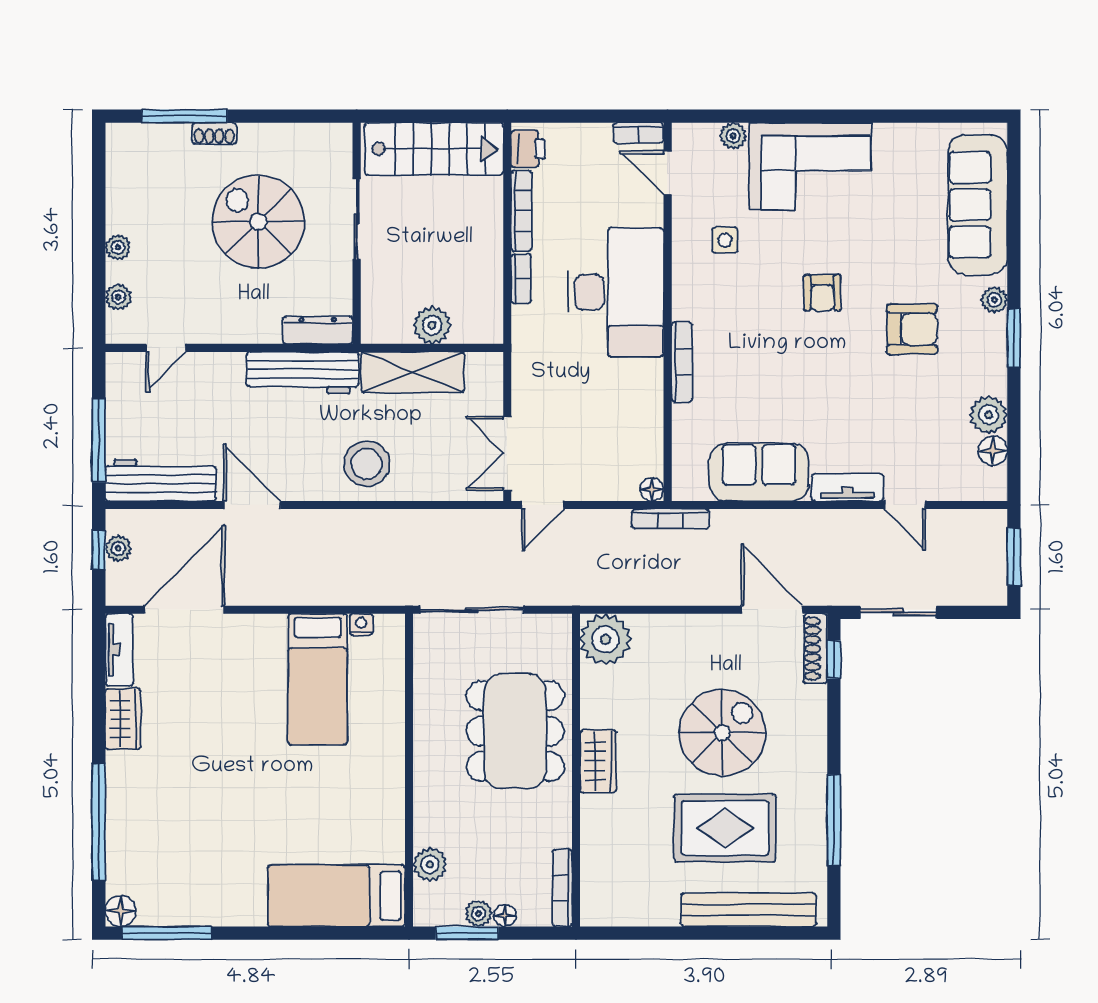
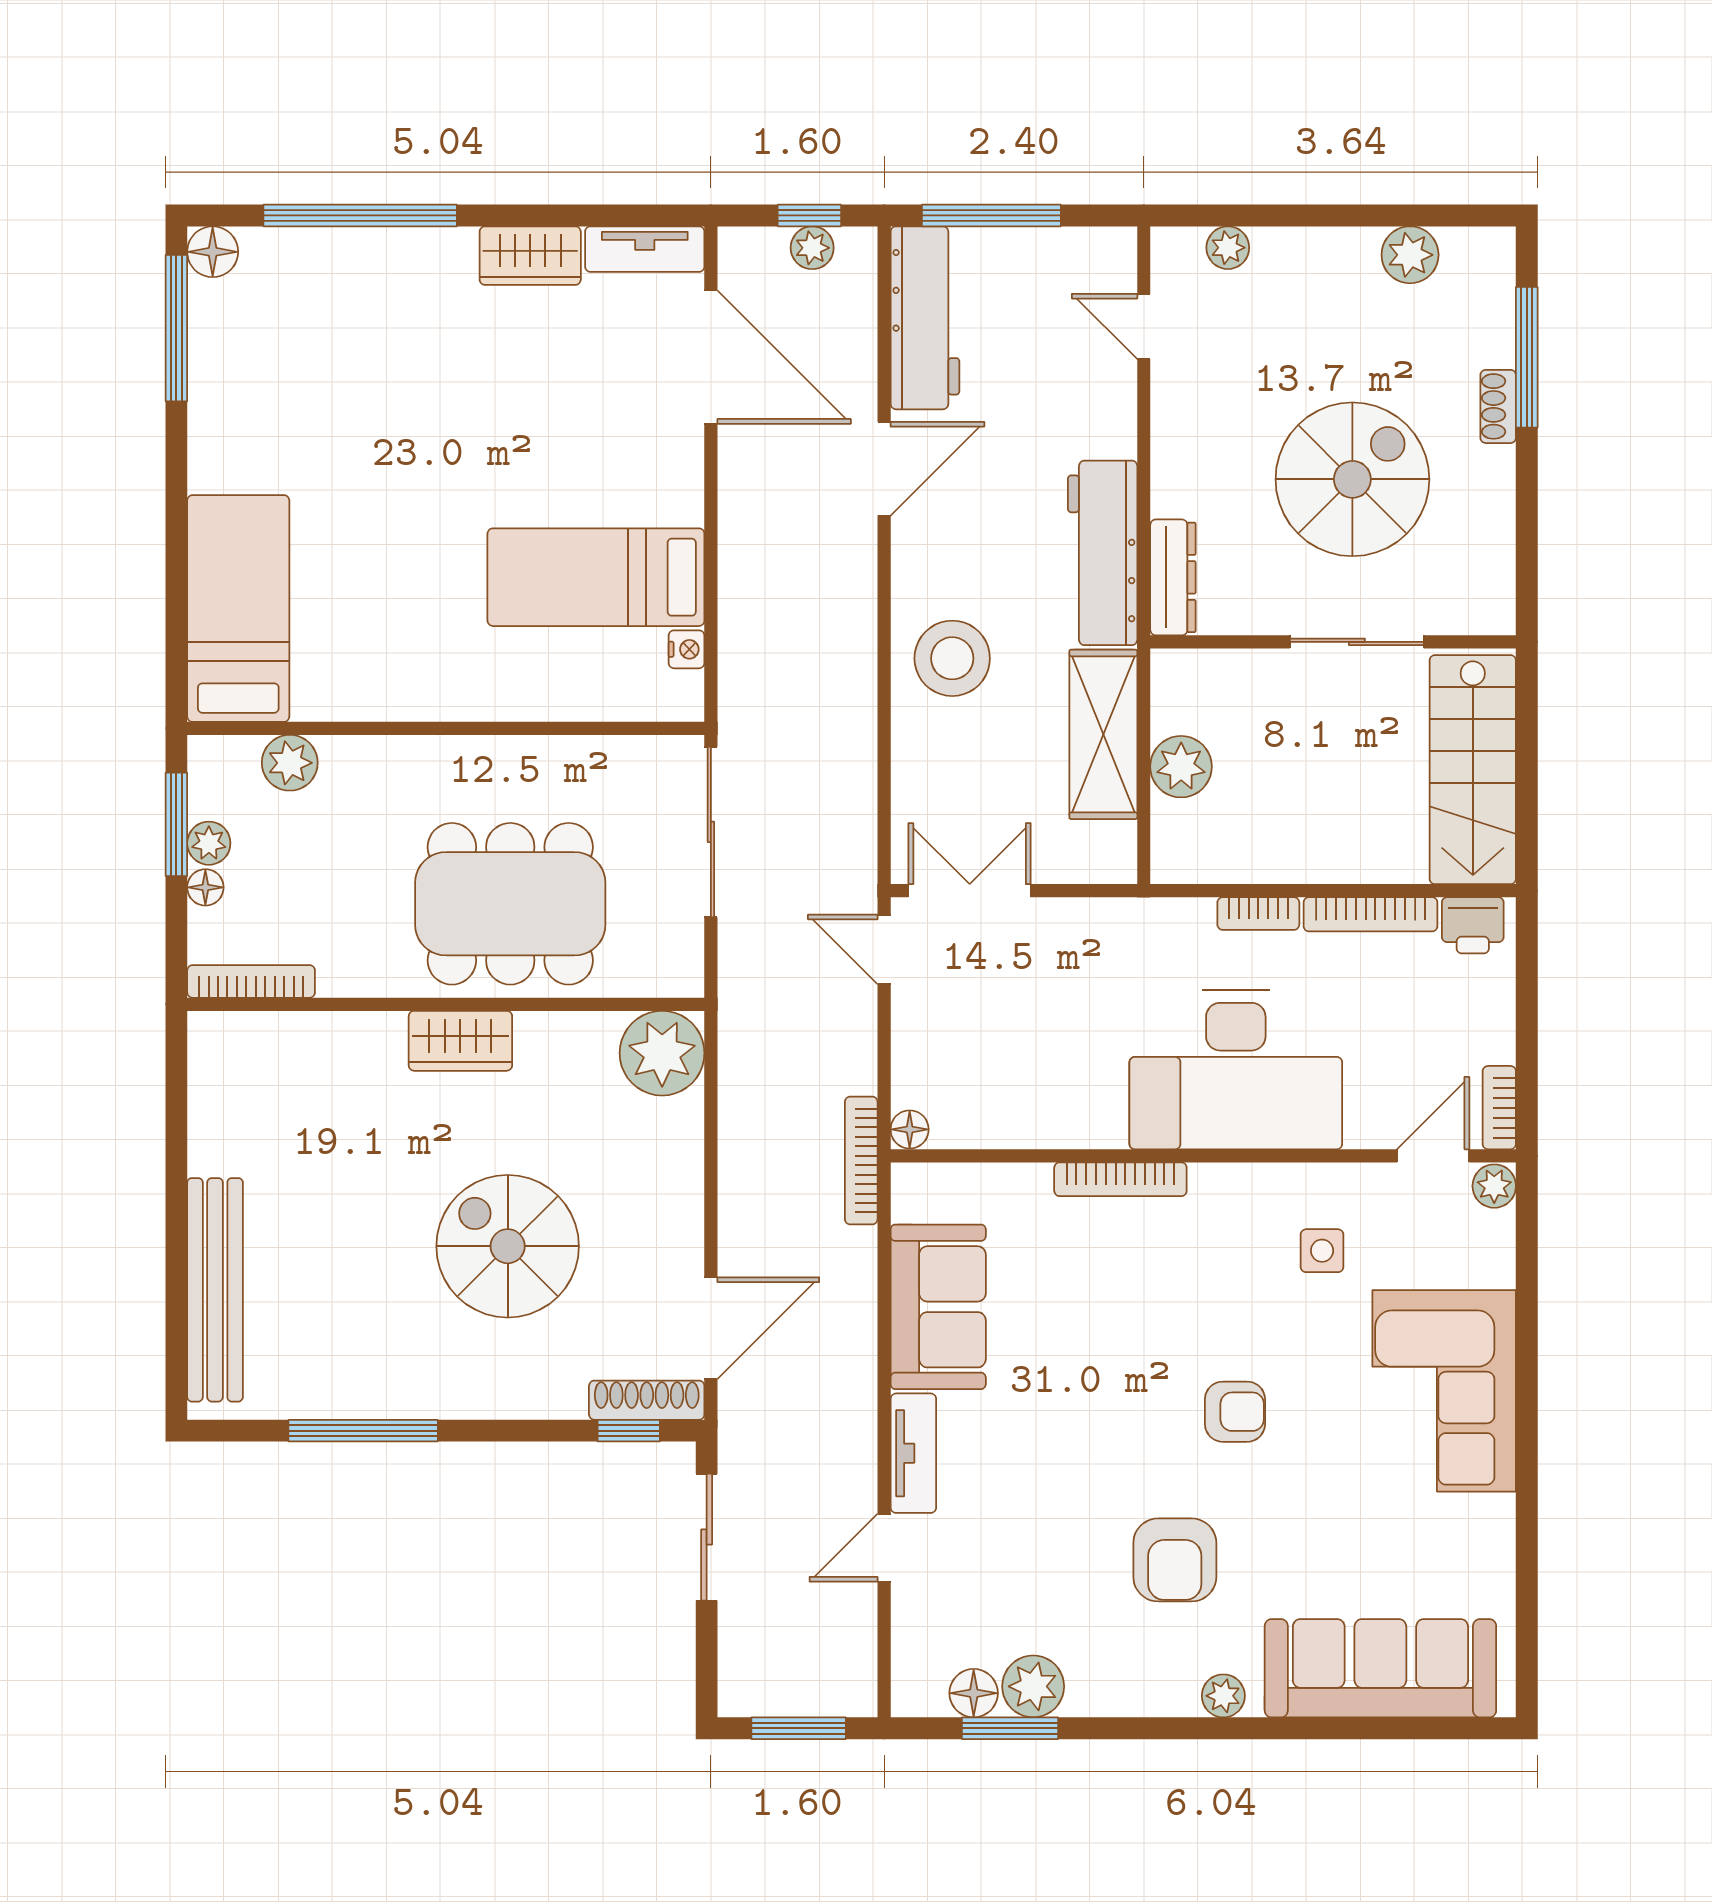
plant: (733, 136) -> (1494, 1186), moved
plant: (118, 247) -> (1410, 255), moved, width x1.38, depth x1.38
armchair: (822, 293) -> (1235, 1412), turned 180
window: (1014, 338) -> (1010, 1728), moved
spiral stairs: (722, 733) -> (508, 1246), turned 180
rug: (725, 828) -> (350, 1251), removed

